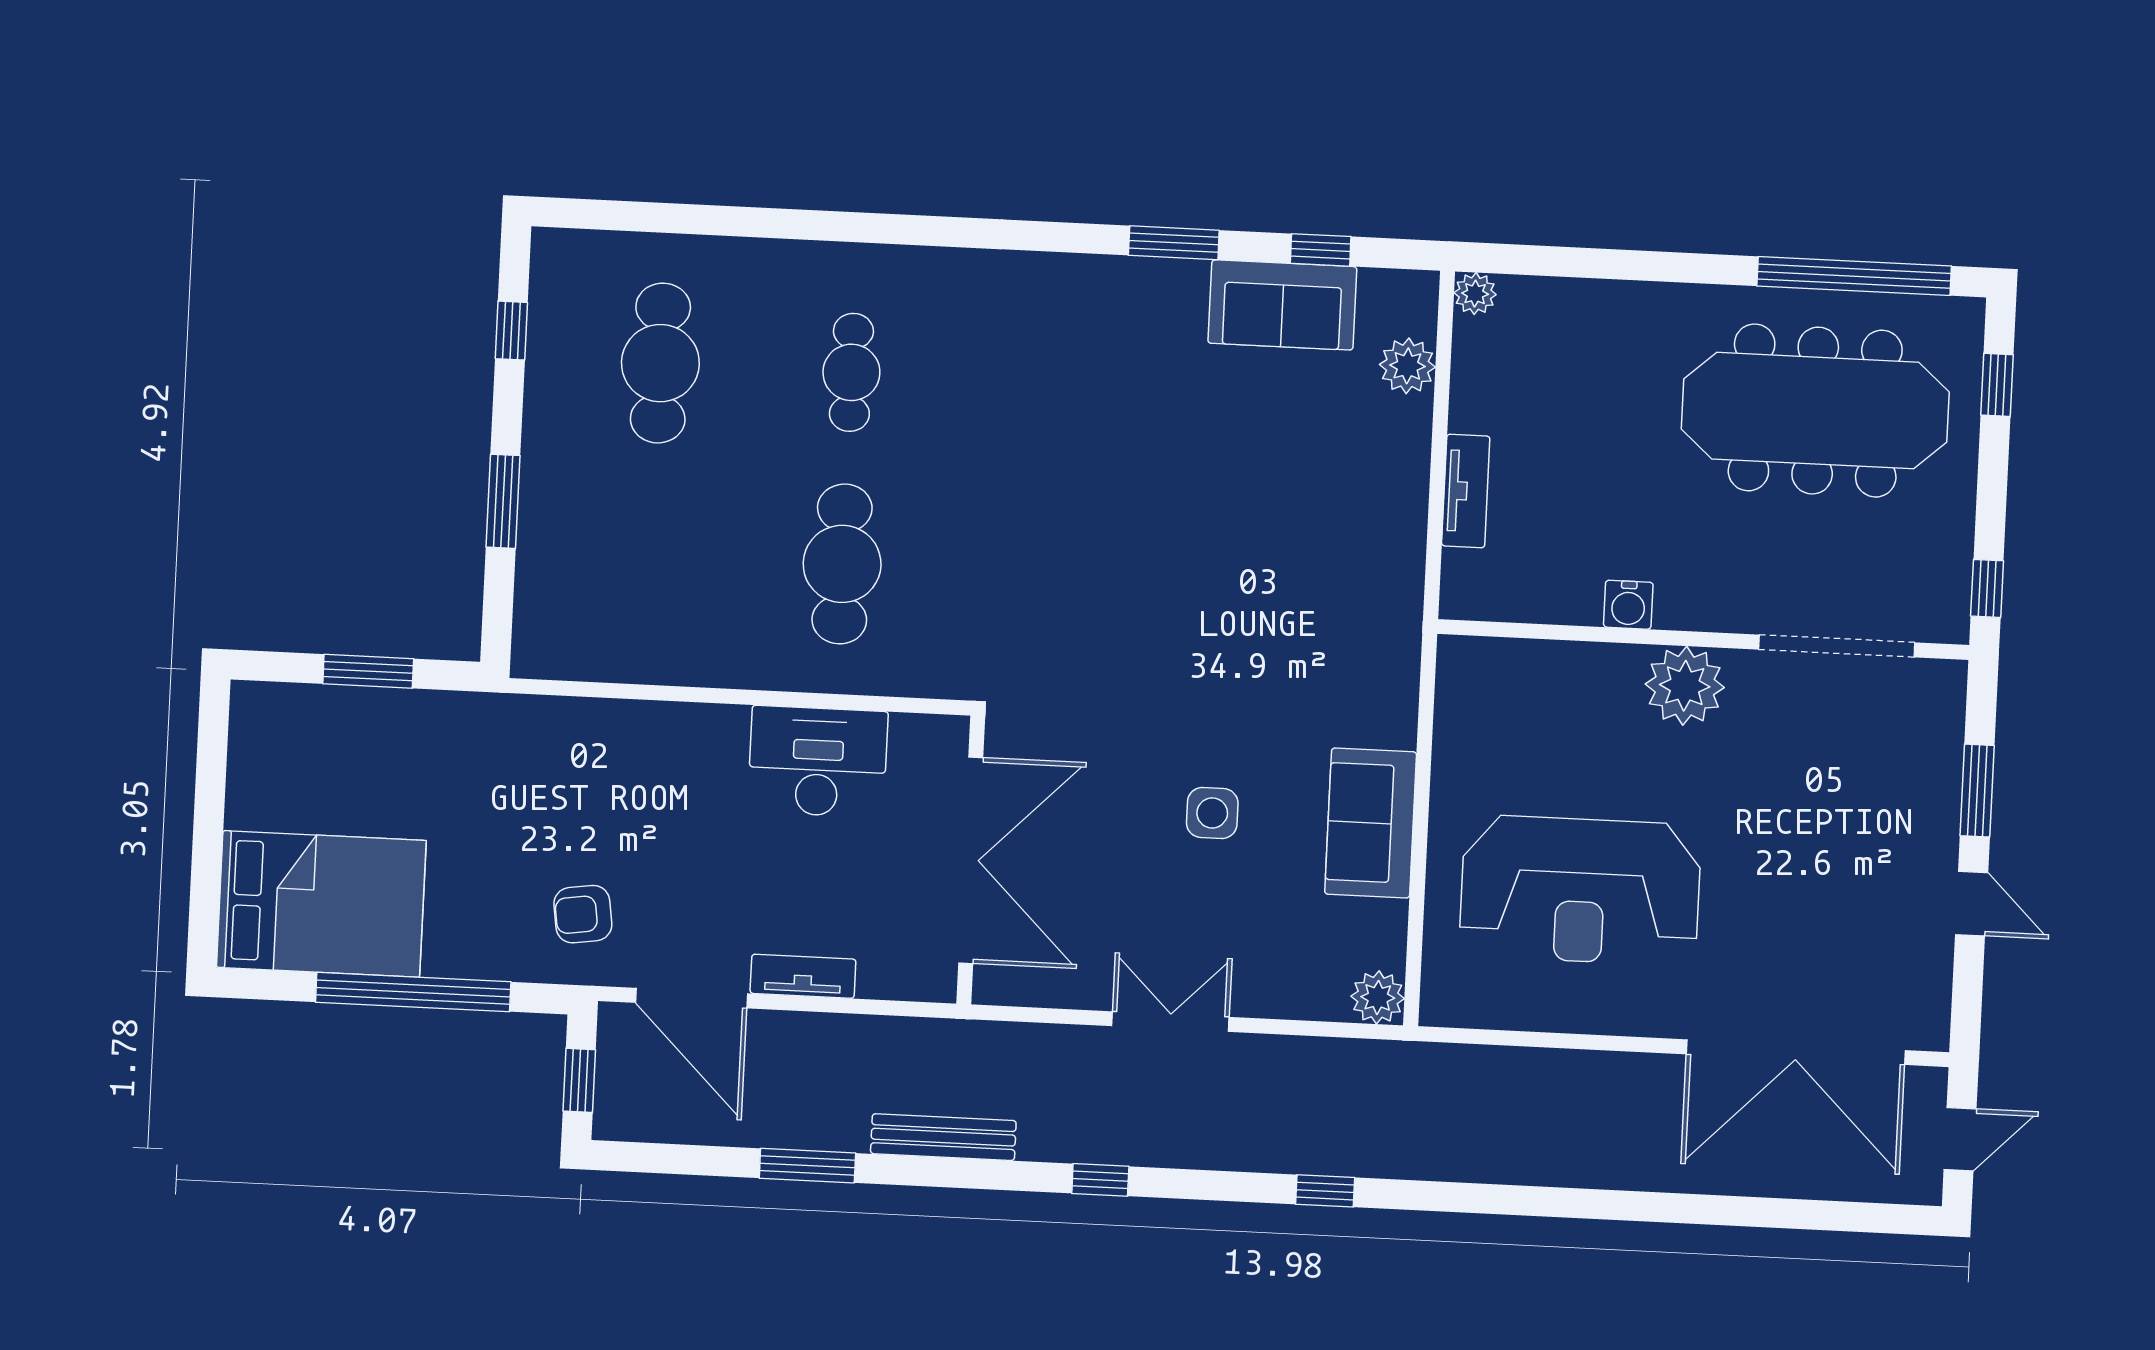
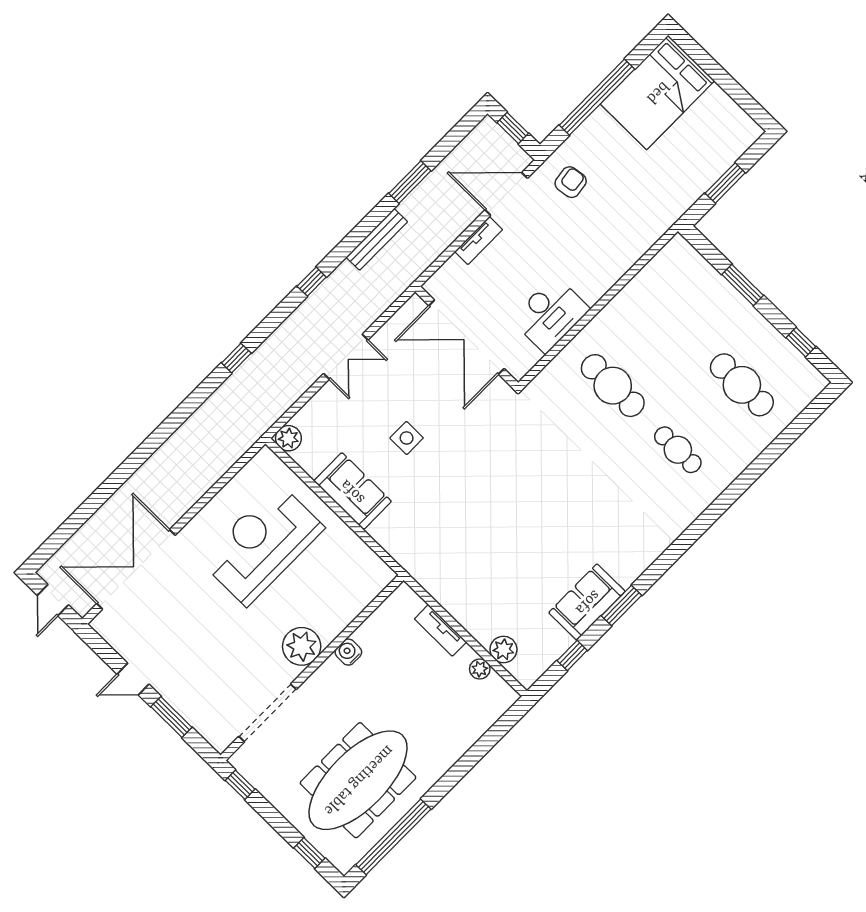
plant: (1475, 294) -> (480, 669), moved
sofa: (1282, 305) -> (587, 602), moved

